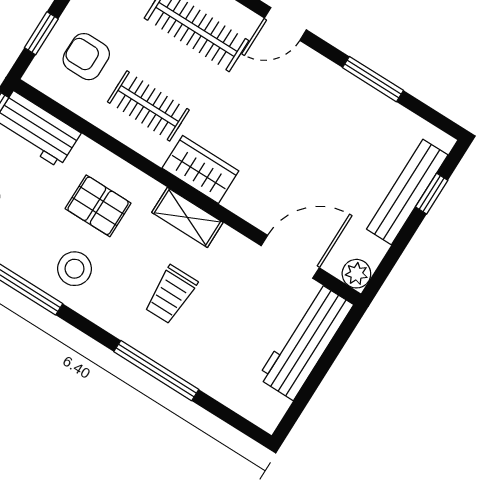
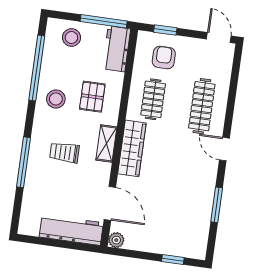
wardrobe: (200, 169) -> (132, 148), width x1.50
bench: (407, 192) -> (168, 247), removed

